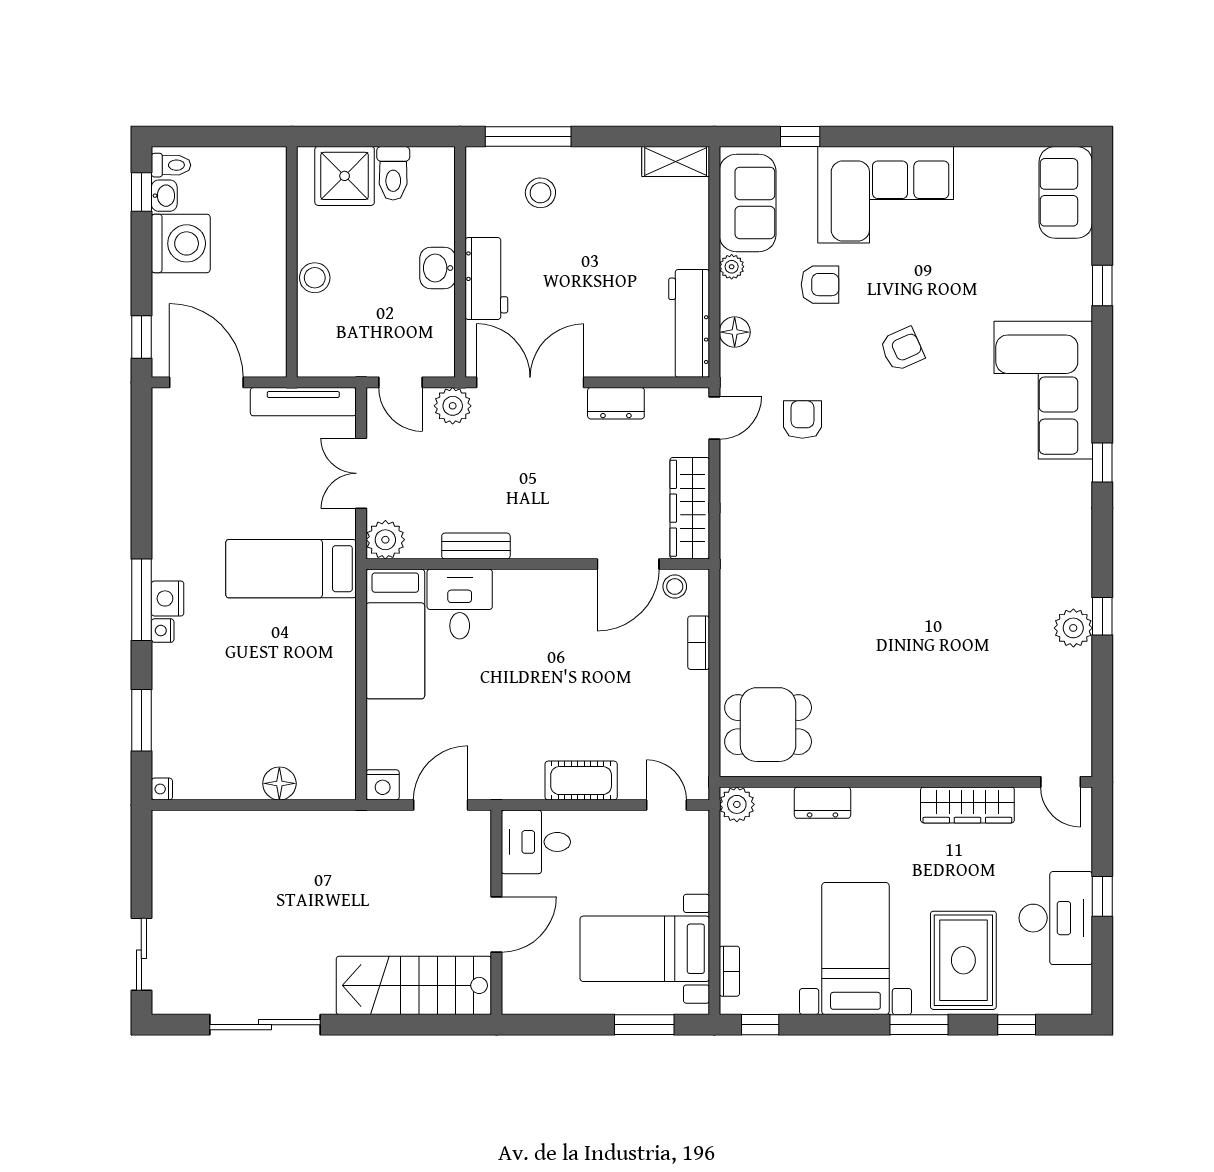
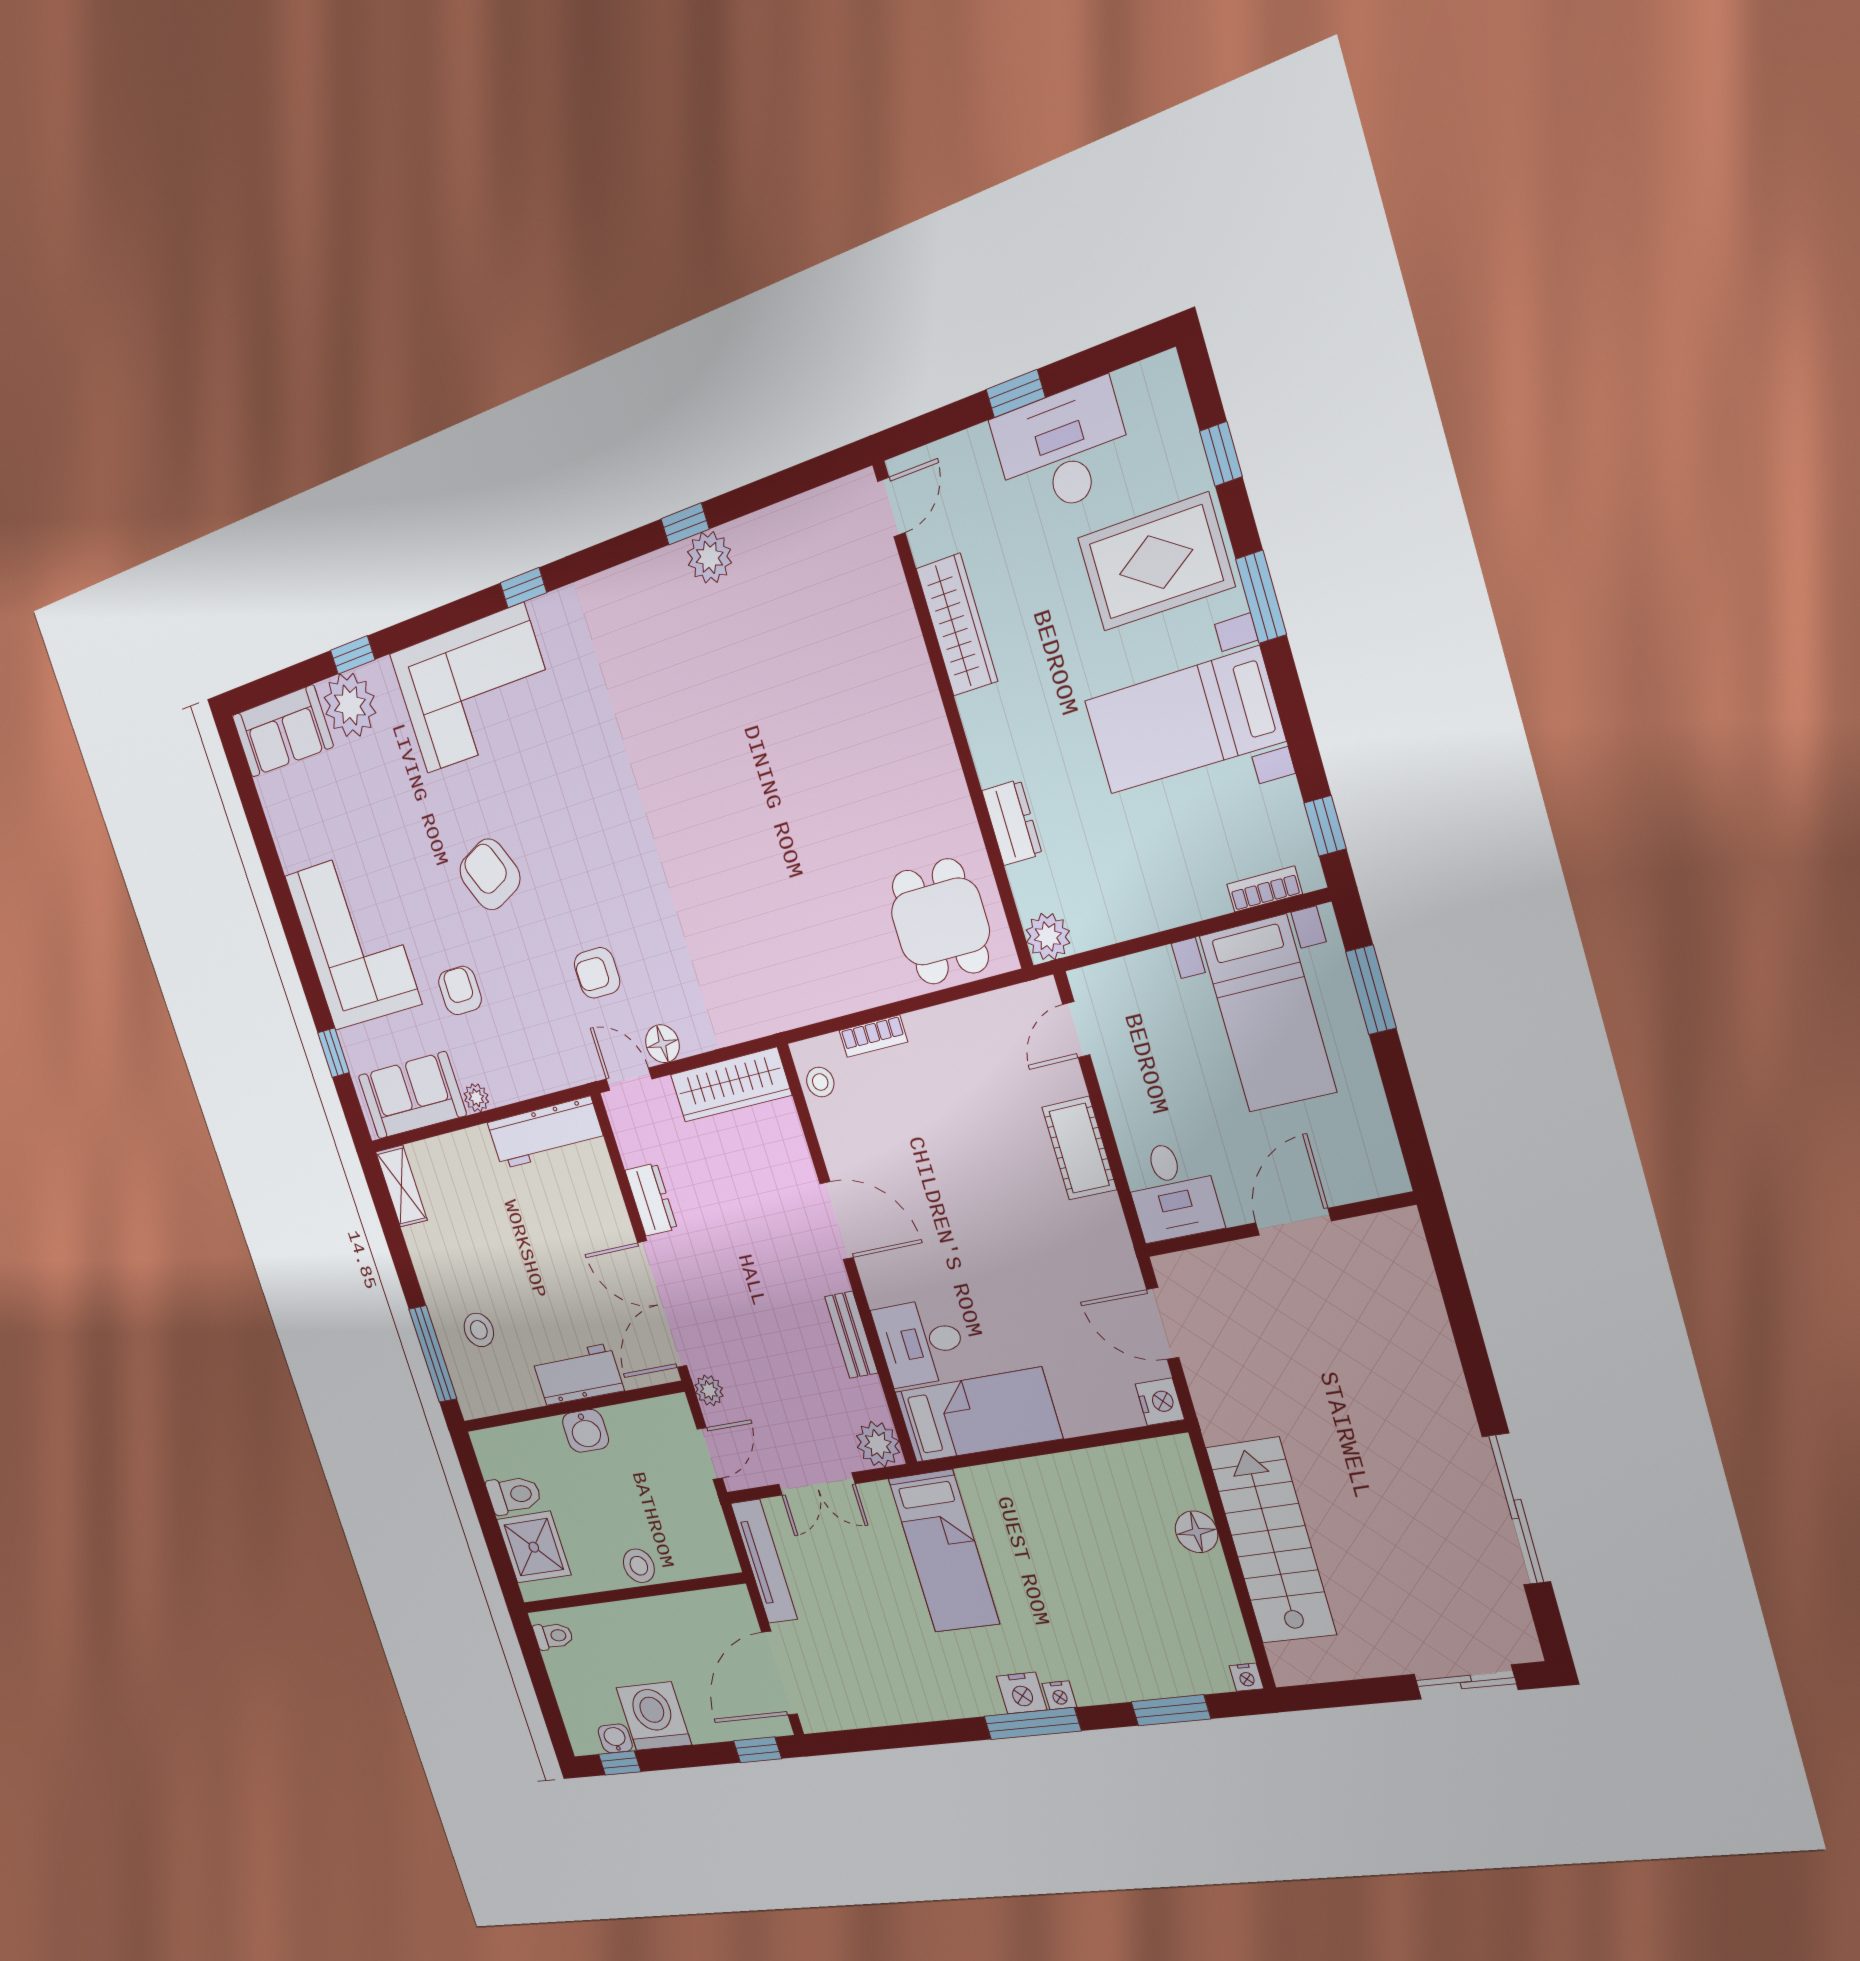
toilet: (171, 165) -> (553, 1636), moved, turned 90
plant: (1066, 267) -> (350, 705), added
floor lamp: (735, 332) -> (662, 1044), moved
armchair: (902, 349) -> (490, 874), width x1.38, depth x1.38
plant: (453, 406) -> (709, 1390), width x0.73, depth x0.73
door: (628, 564) -> (837, 1221), moved
door: (496, 924) -> (1293, 1222), hinge flipped
stairs: (414, 985) -> (1271, 1541), moved, turned 180

